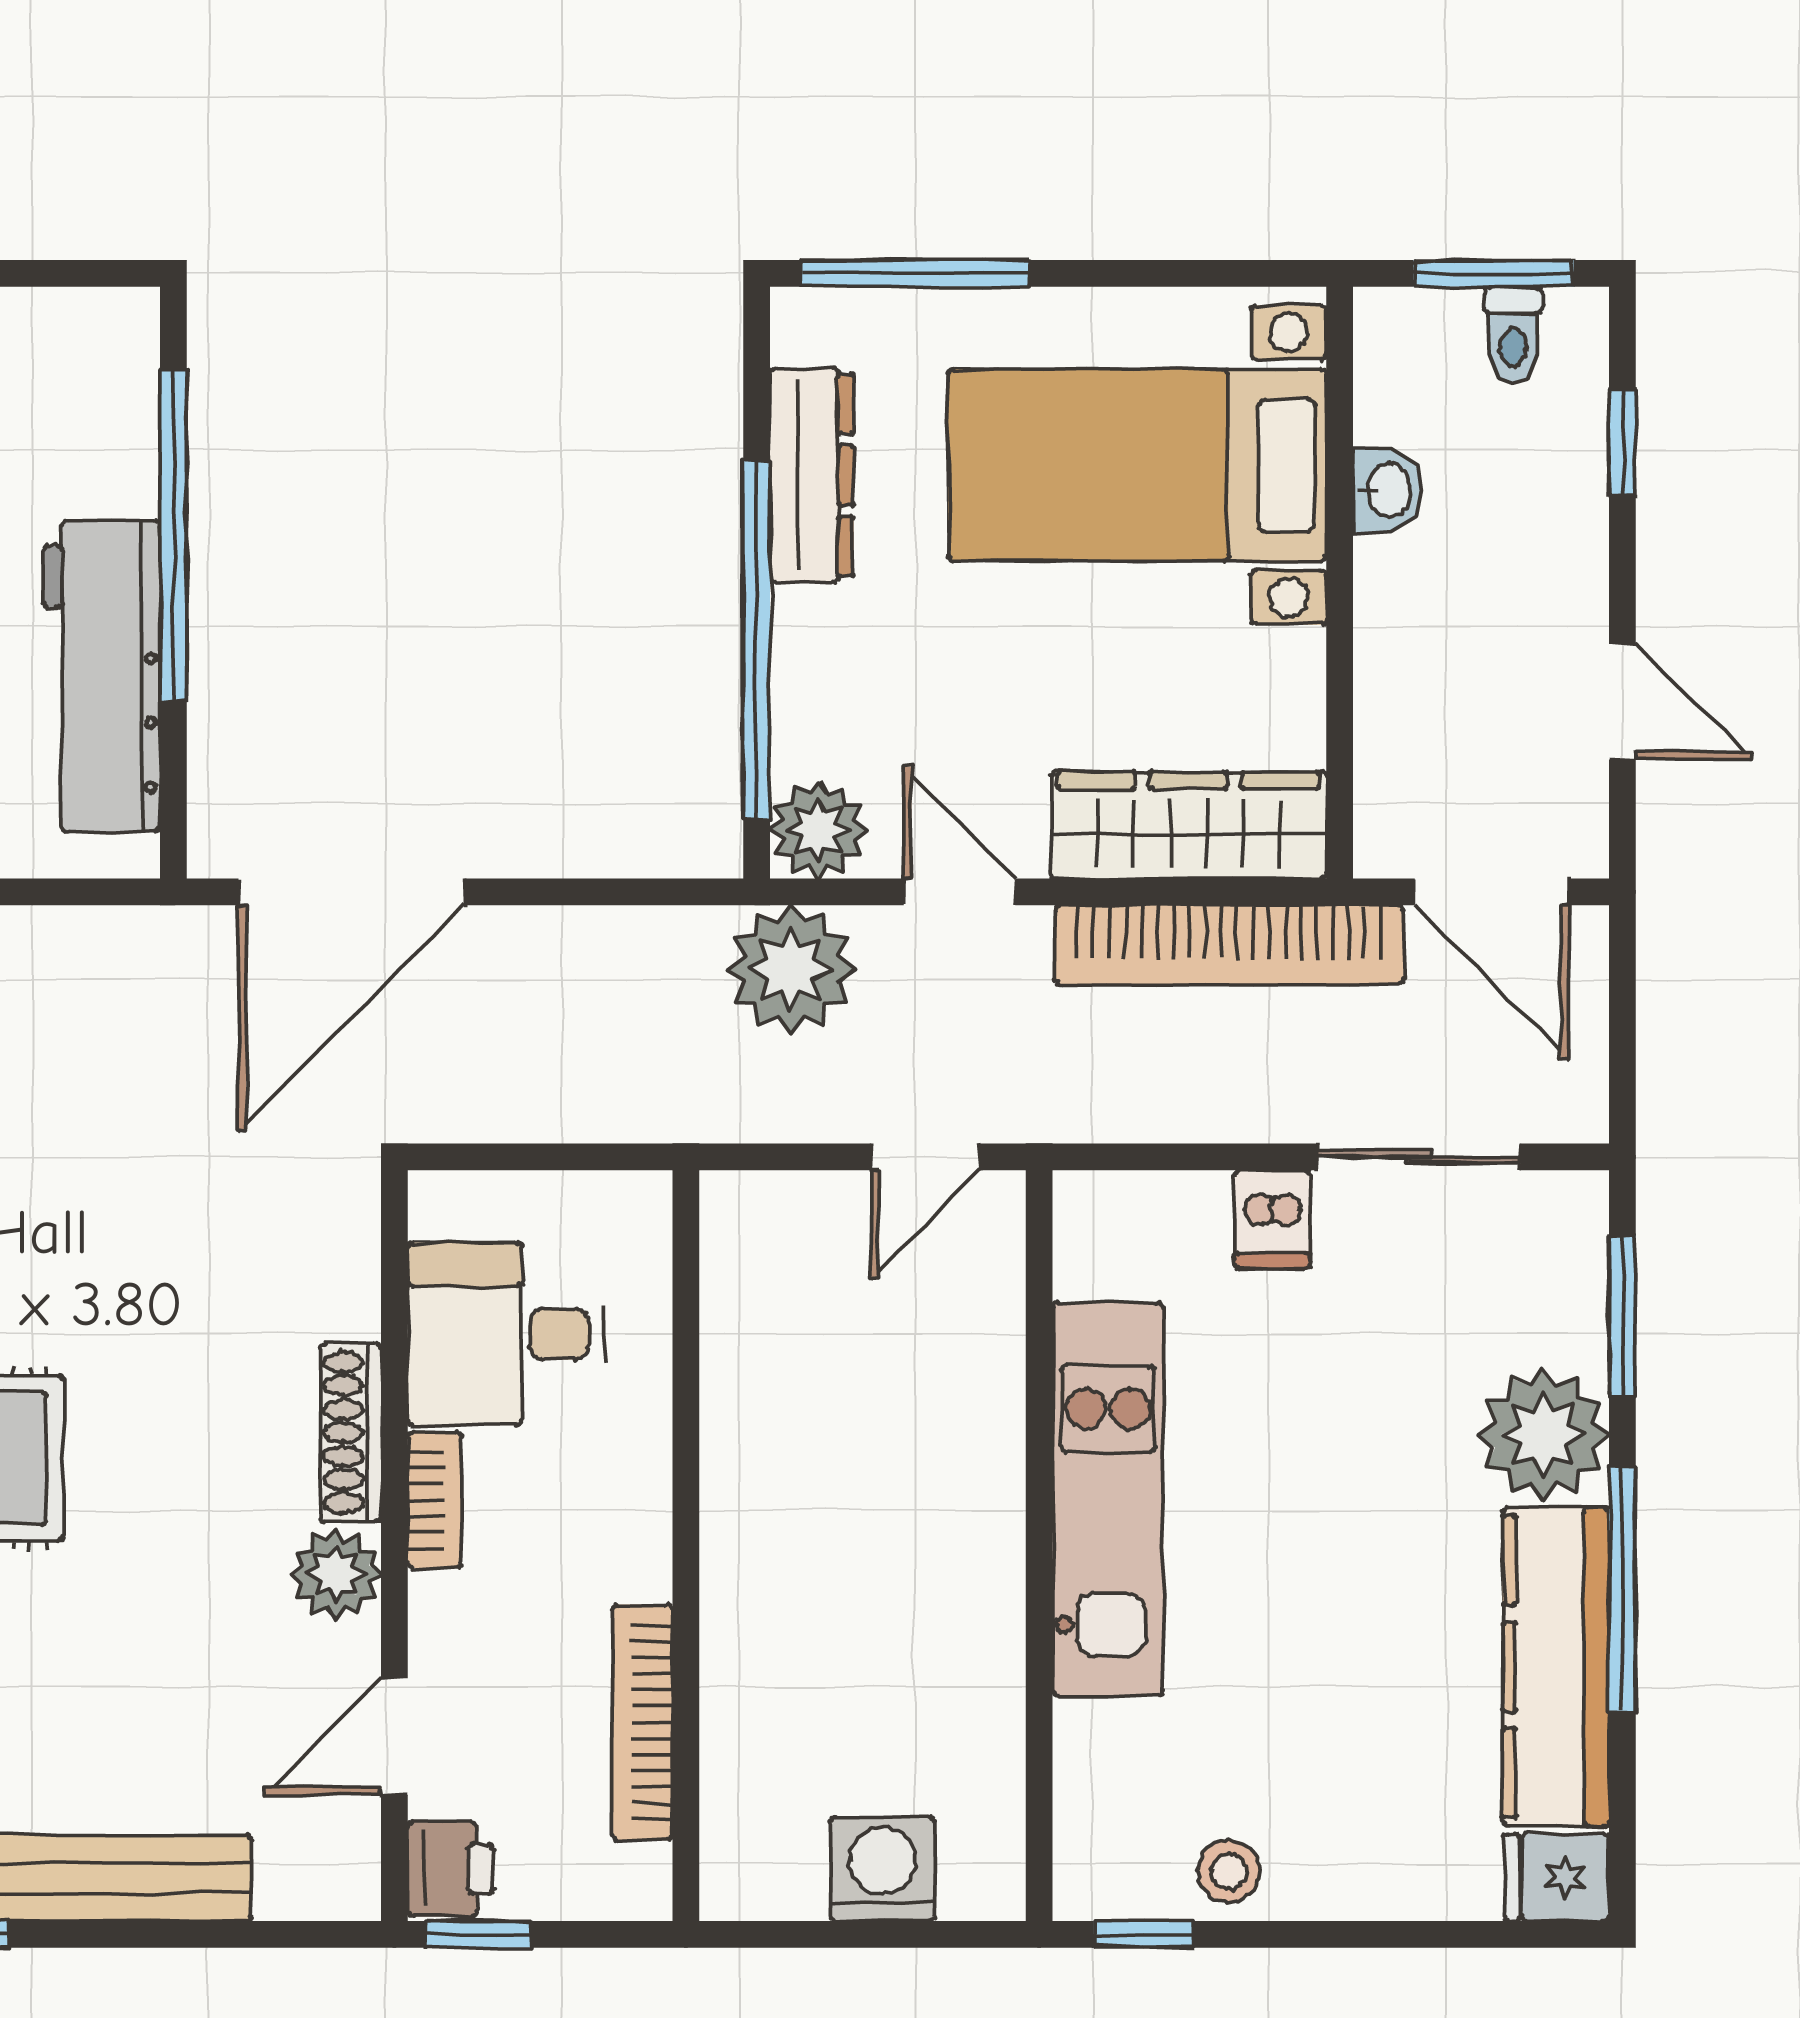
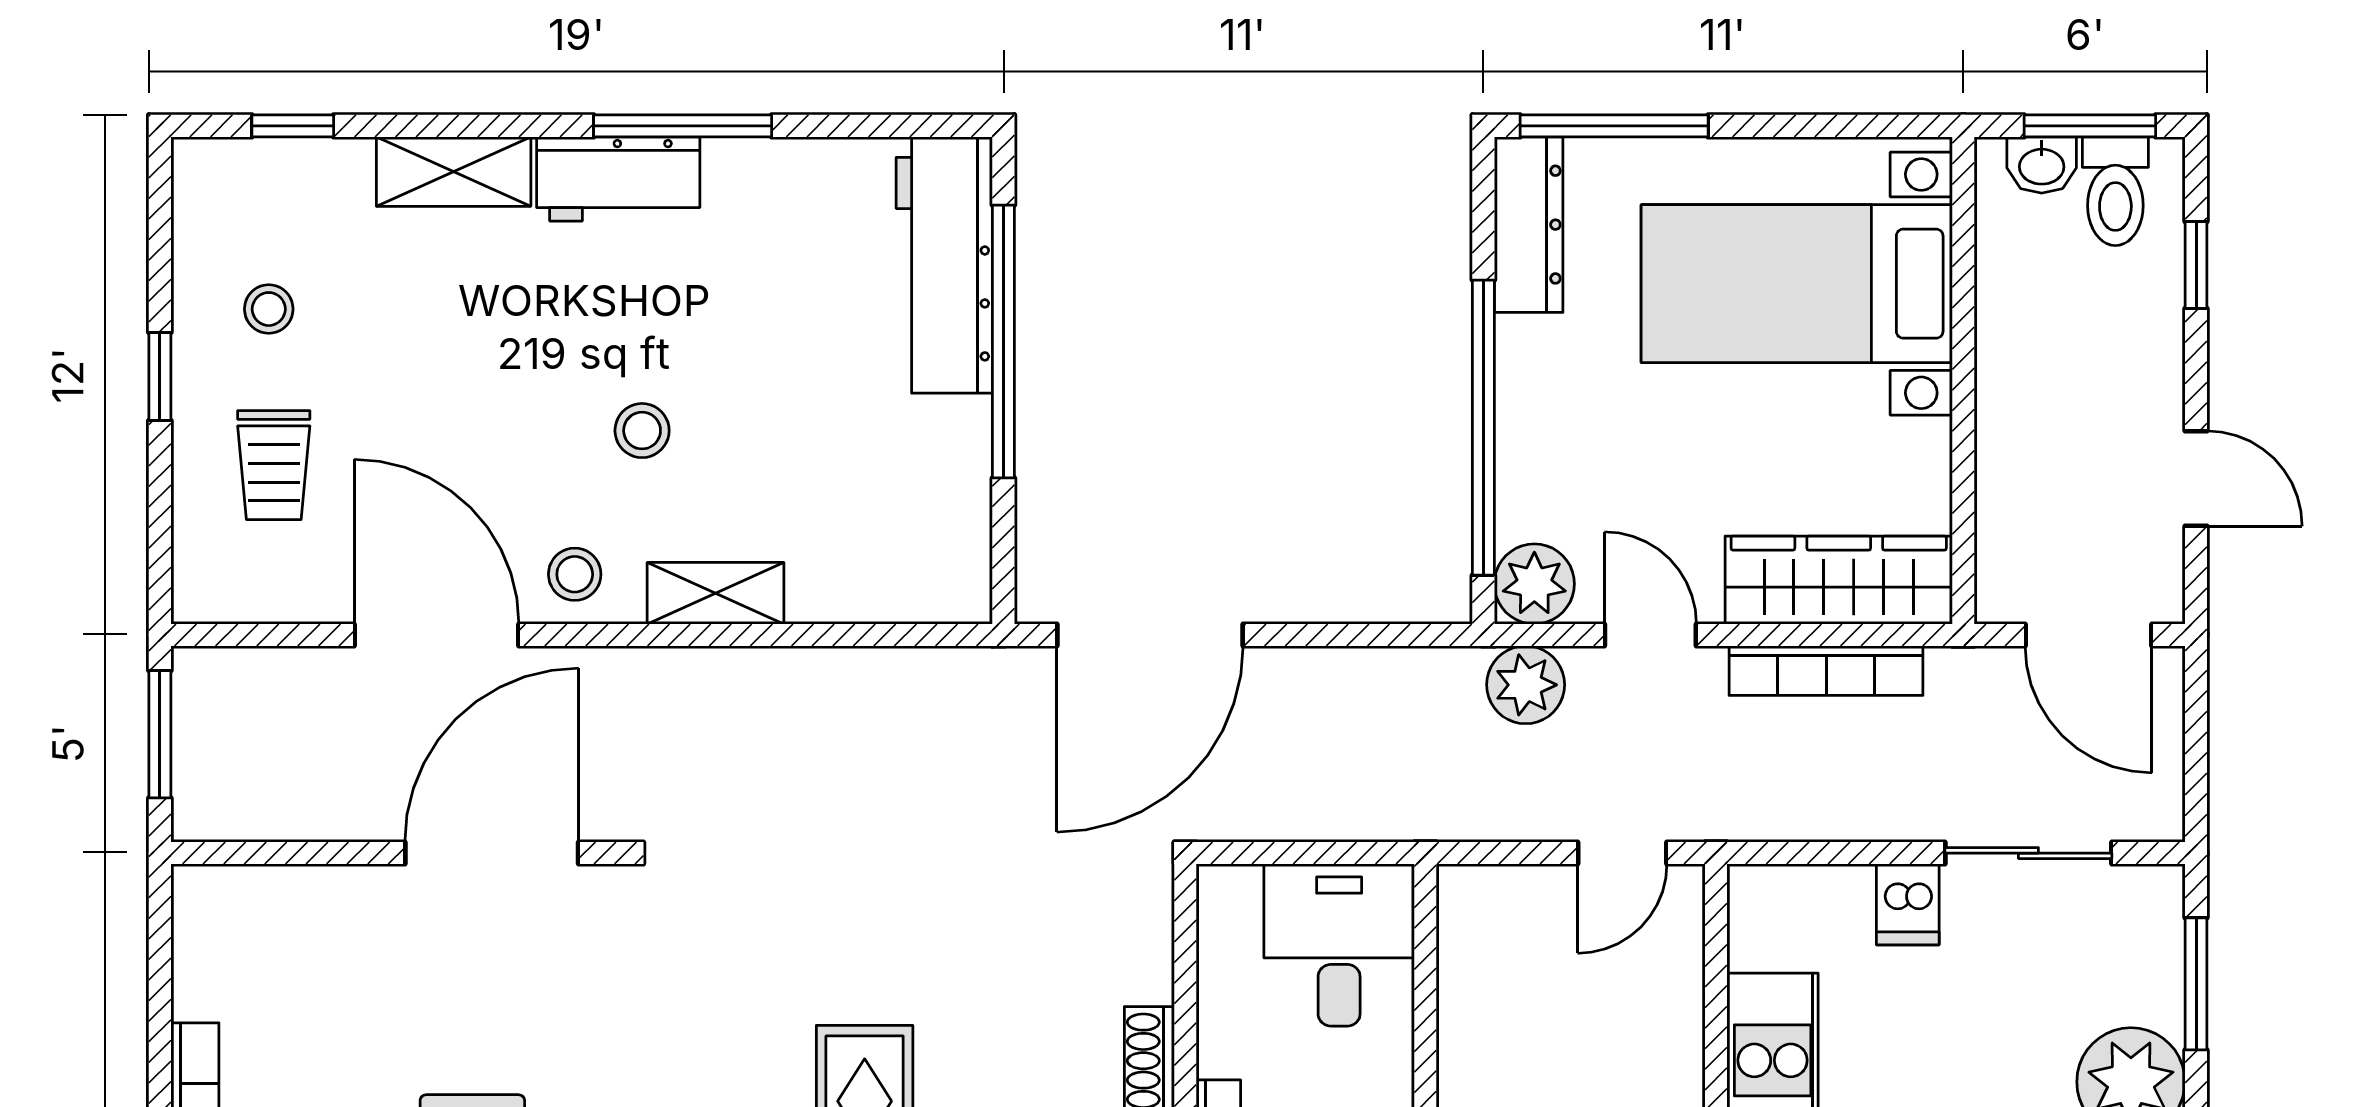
toilet: (1513, 334) -> (2115, 191), width x1.37, depth x1.39
dresser: (812, 475) -> (1529, 225), moved
washbasin: (1387, 490) -> (2042, 165), moved, turned 90
workbench: (102, 676) -> (944, 265), moved
bookcase: (1229, 945) -> (1826, 671), width x0.68, depth x0.76
plant: (791, 970) -> (1526, 685), width x0.73, depth x0.73
desk: (506, 1334) -> (1339, 945), moved, turned 90

